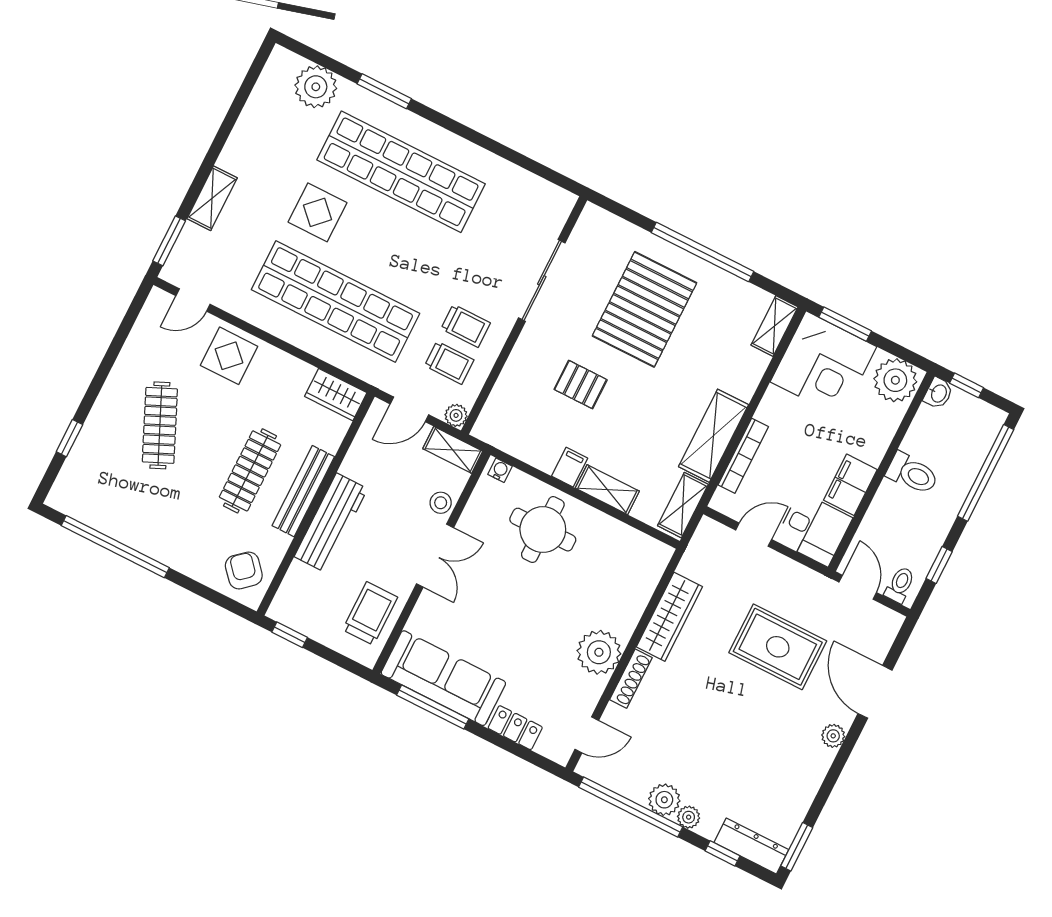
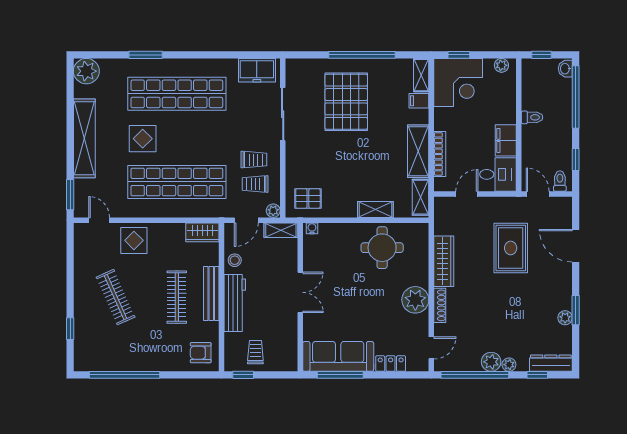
plant: (316, 87) -> (86, 71), moved
freezer: (536, 197) -> (257, 70), added
shelving: (212, 198) -> (84, 138), width x2.20, depth x1.33
door: (193, 300) -> (99, 220), swing flipped
window: (845, 324) -> (459, 55), width x0.67
trolley: (449, 363) -> (255, 184), turned 180
plant: (895, 380) -> (501, 65), width x0.53, depth x0.53
pallet: (581, 385) -> (308, 198), moved
washbasin: (938, 393) -> (565, 69), moved, turned 180
filing cabinet: (570, 467) -> (419, 101), moved, turned -90
toilet: (912, 474) -> (532, 117), width x0.73, depth x0.72
stool: (441, 503) -> (235, 260), moved
round table: (543, 530) -> (382, 248), moved
armchair: (244, 570) -> (201, 353), turned -49
trolley: (370, 613) -> (255, 352), moved, width x0.73, depth x0.72
rug: (778, 647) -> (511, 248), turned 90
plant: (833, 736) -> (565, 318), moved
window: (797, 847) -> (576, 310), moved

